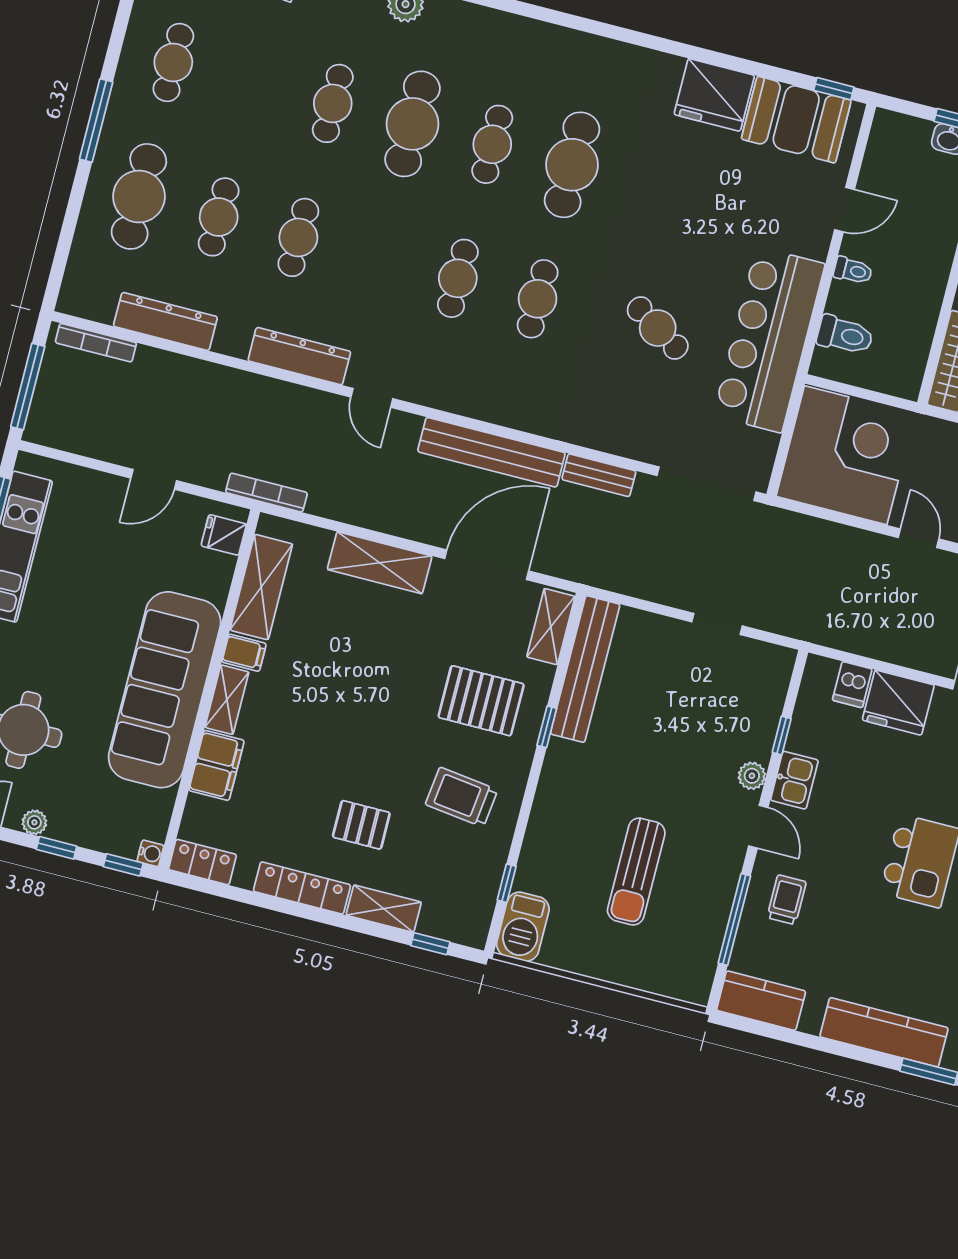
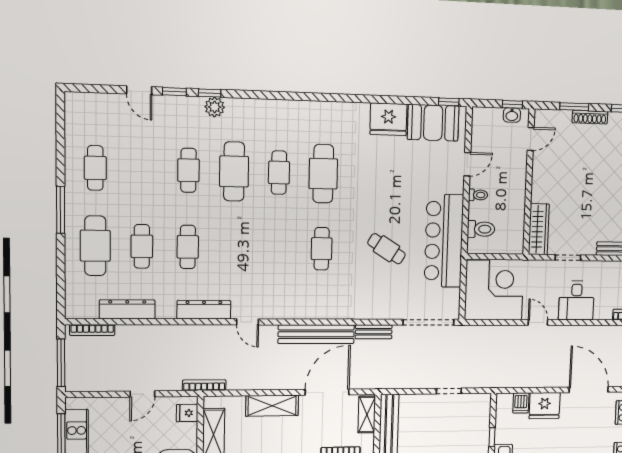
cafe table: (458, 278) -> (278, 248), removed

